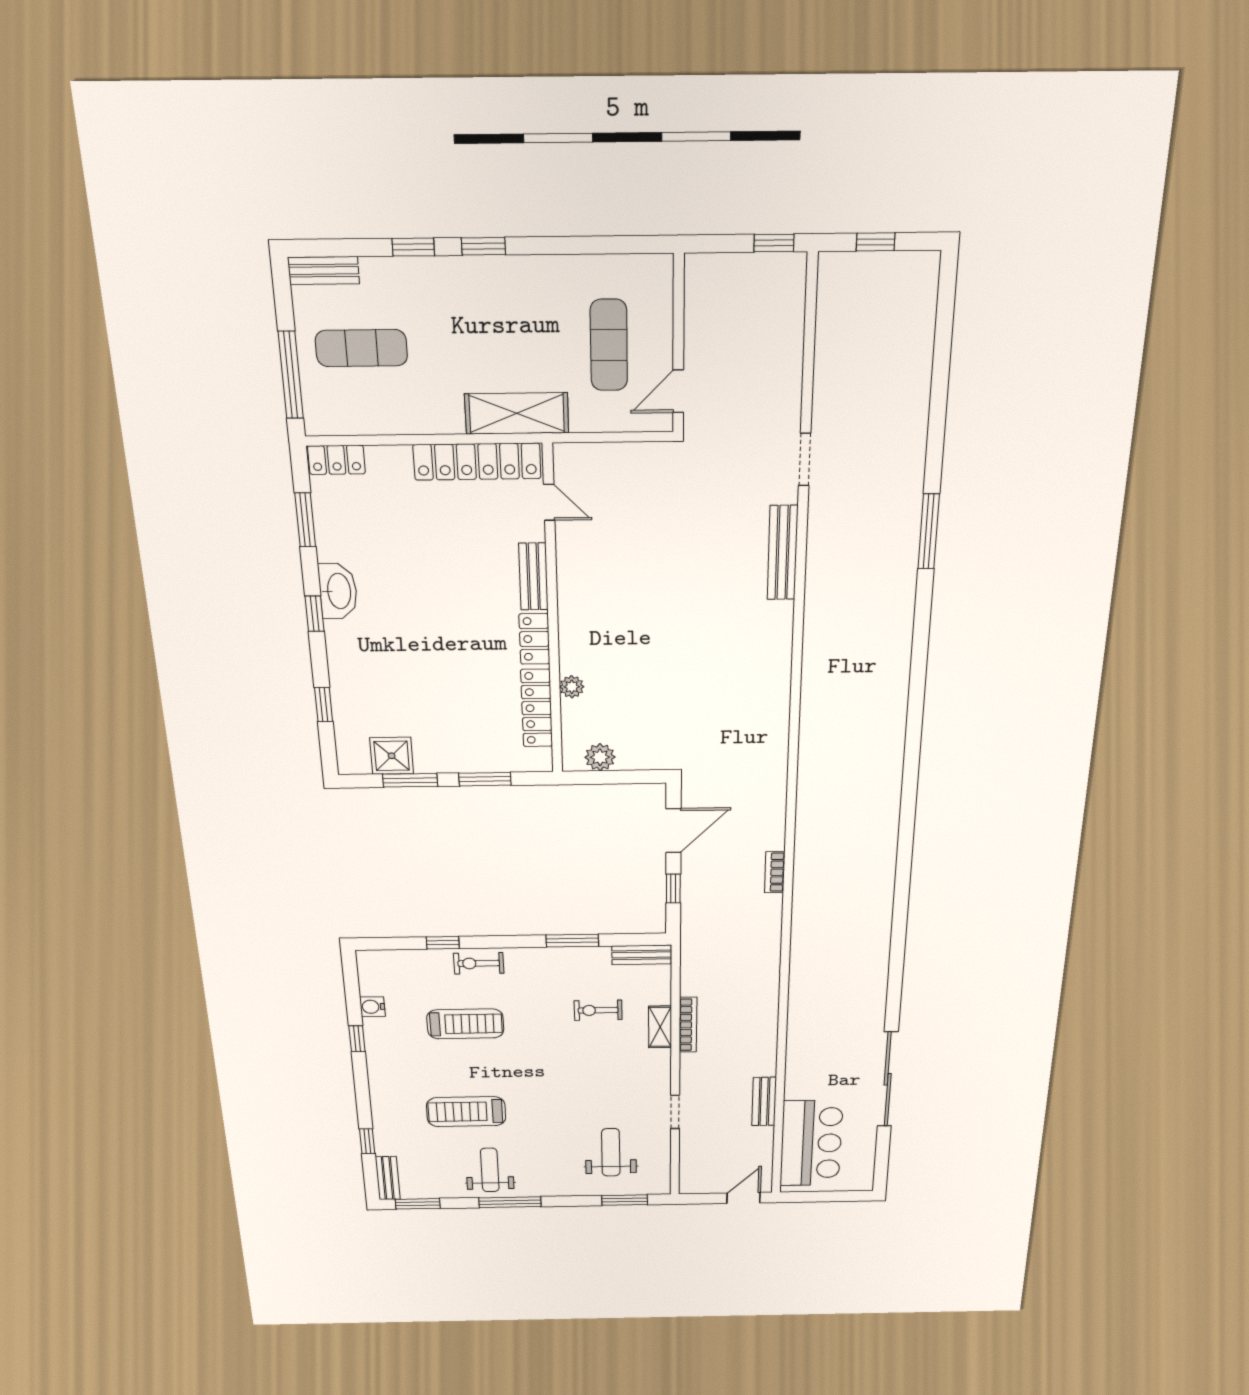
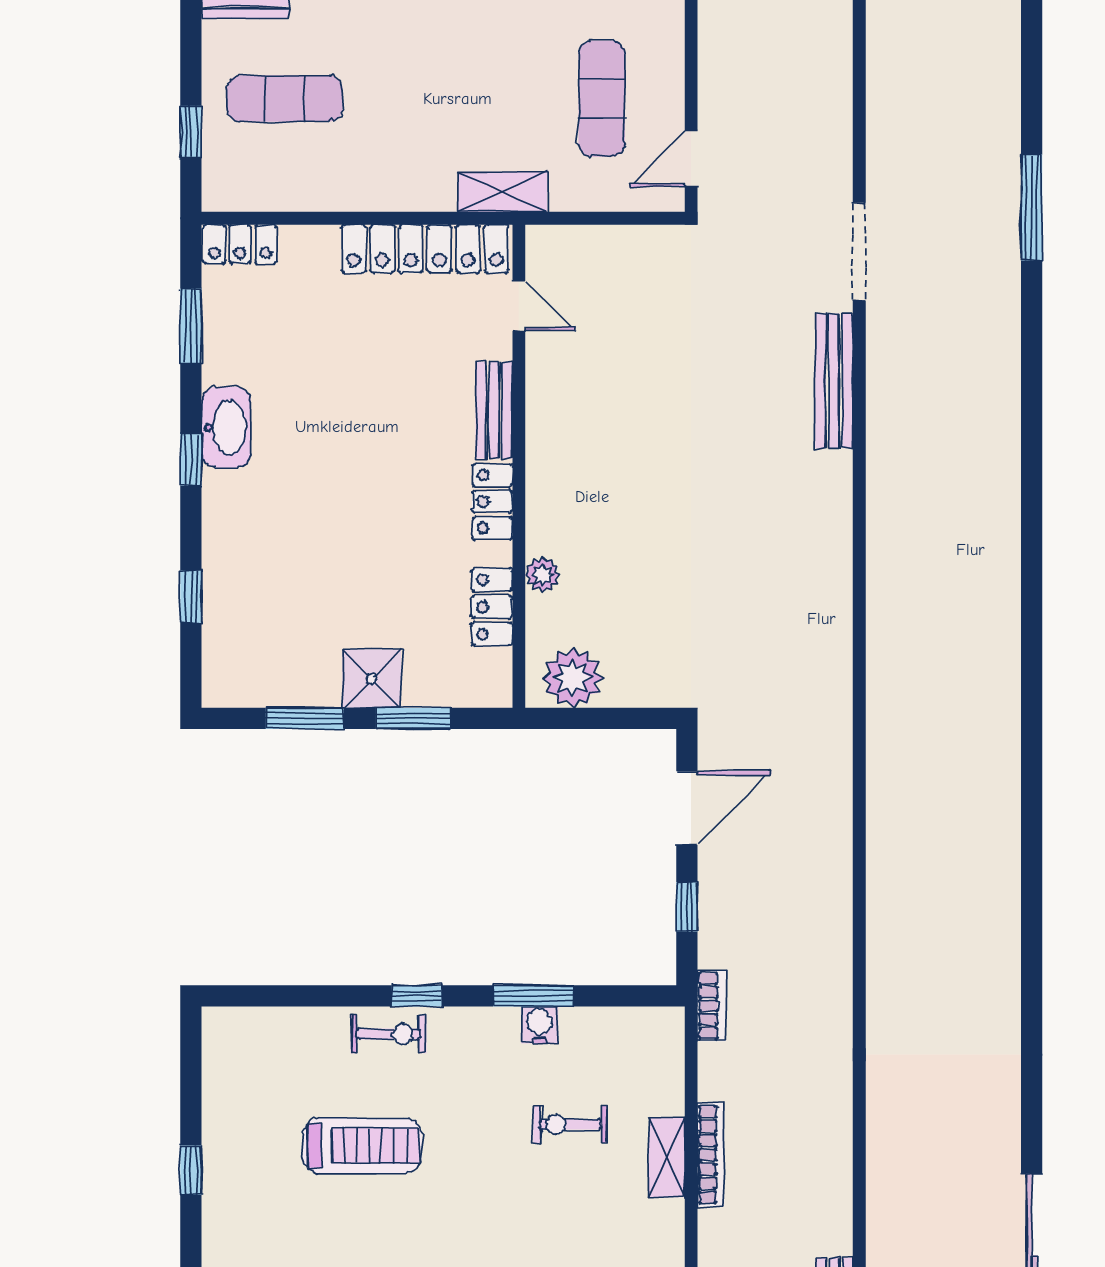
window: (291, 375) -> (191, 132), width x0.46
shelving: (517, 413) -> (502, 192), width x0.67, depth x0.75
doorway: (805, 459) -> (859, 252), width x1.38
window: (929, 531) -> (1032, 207), moved
locker: (537, 708) -> (492, 607), width x0.66
shower: (392, 756) -> (372, 679), moved
plant: (600, 757) -> (573, 678), width x1.36, depth x1.36
bookcase: (775, 872) -> (712, 1006), moved, turned 180
window: (443, 943) -> (417, 996), moved
bench: (642, 955) -> (639, 1024), removed
exercise bike: (479, 963) -> (389, 1034), turned 180
water cooler: (372, 1007) -> (540, 1025), moved, turned 90

